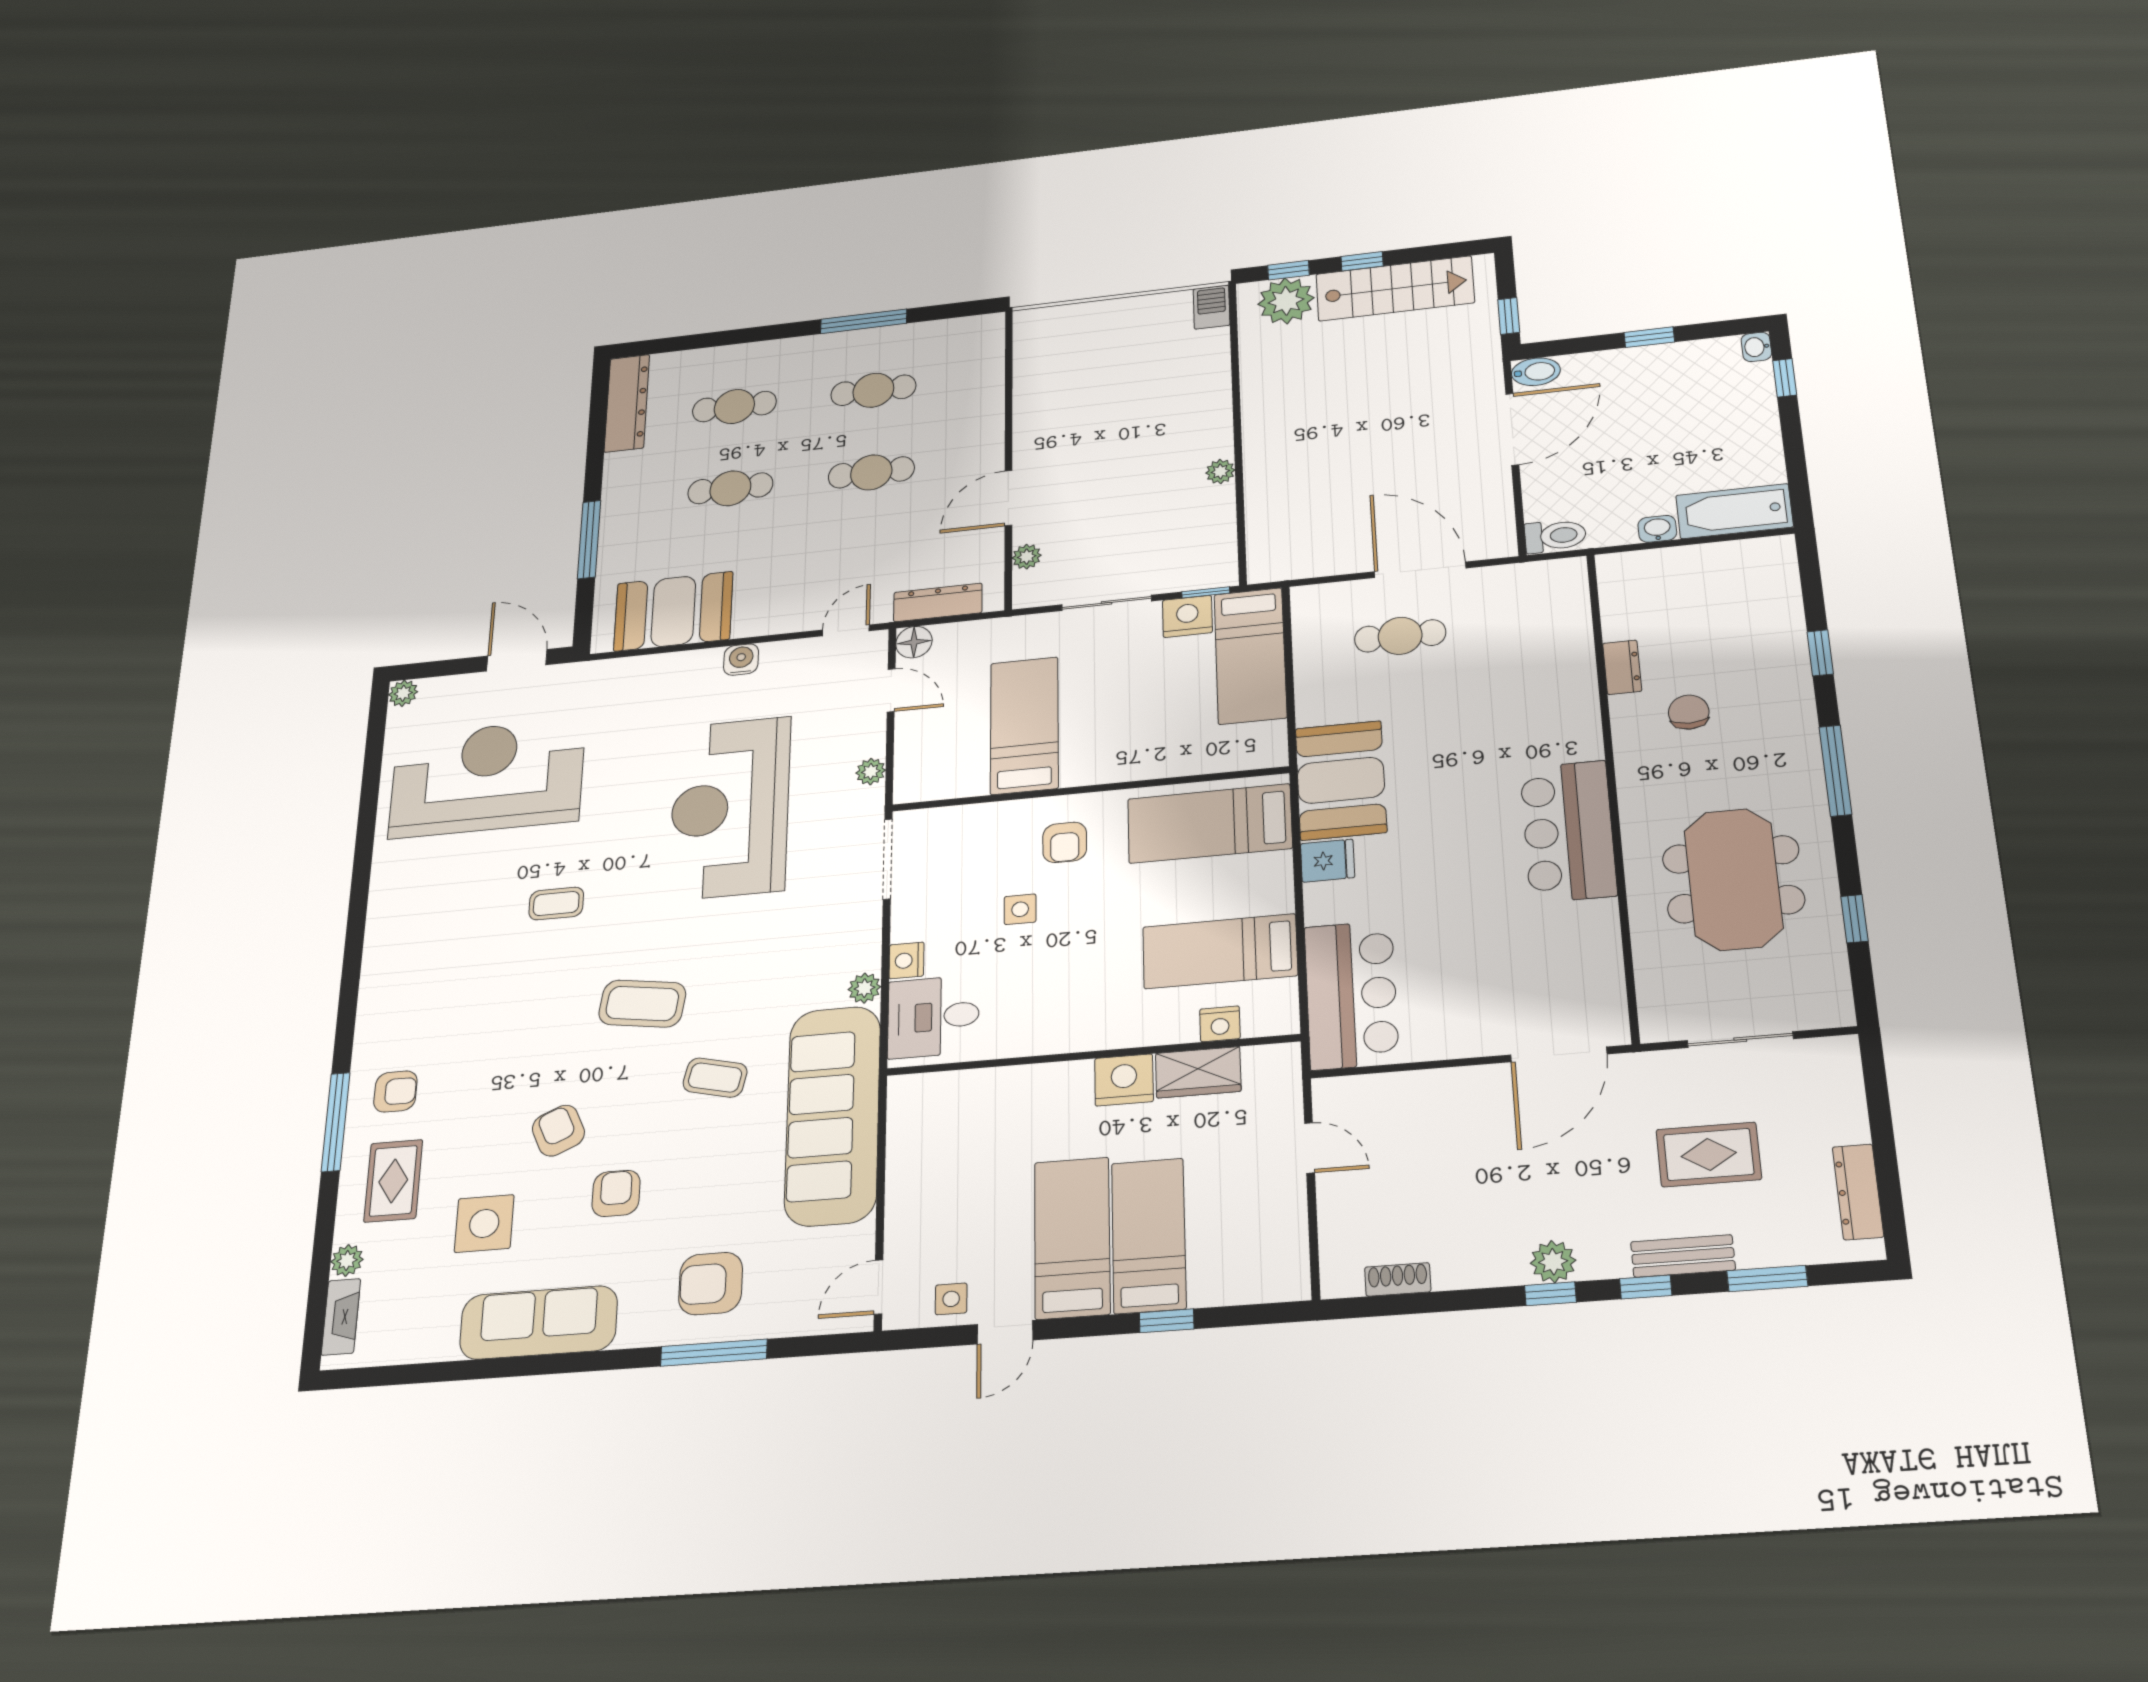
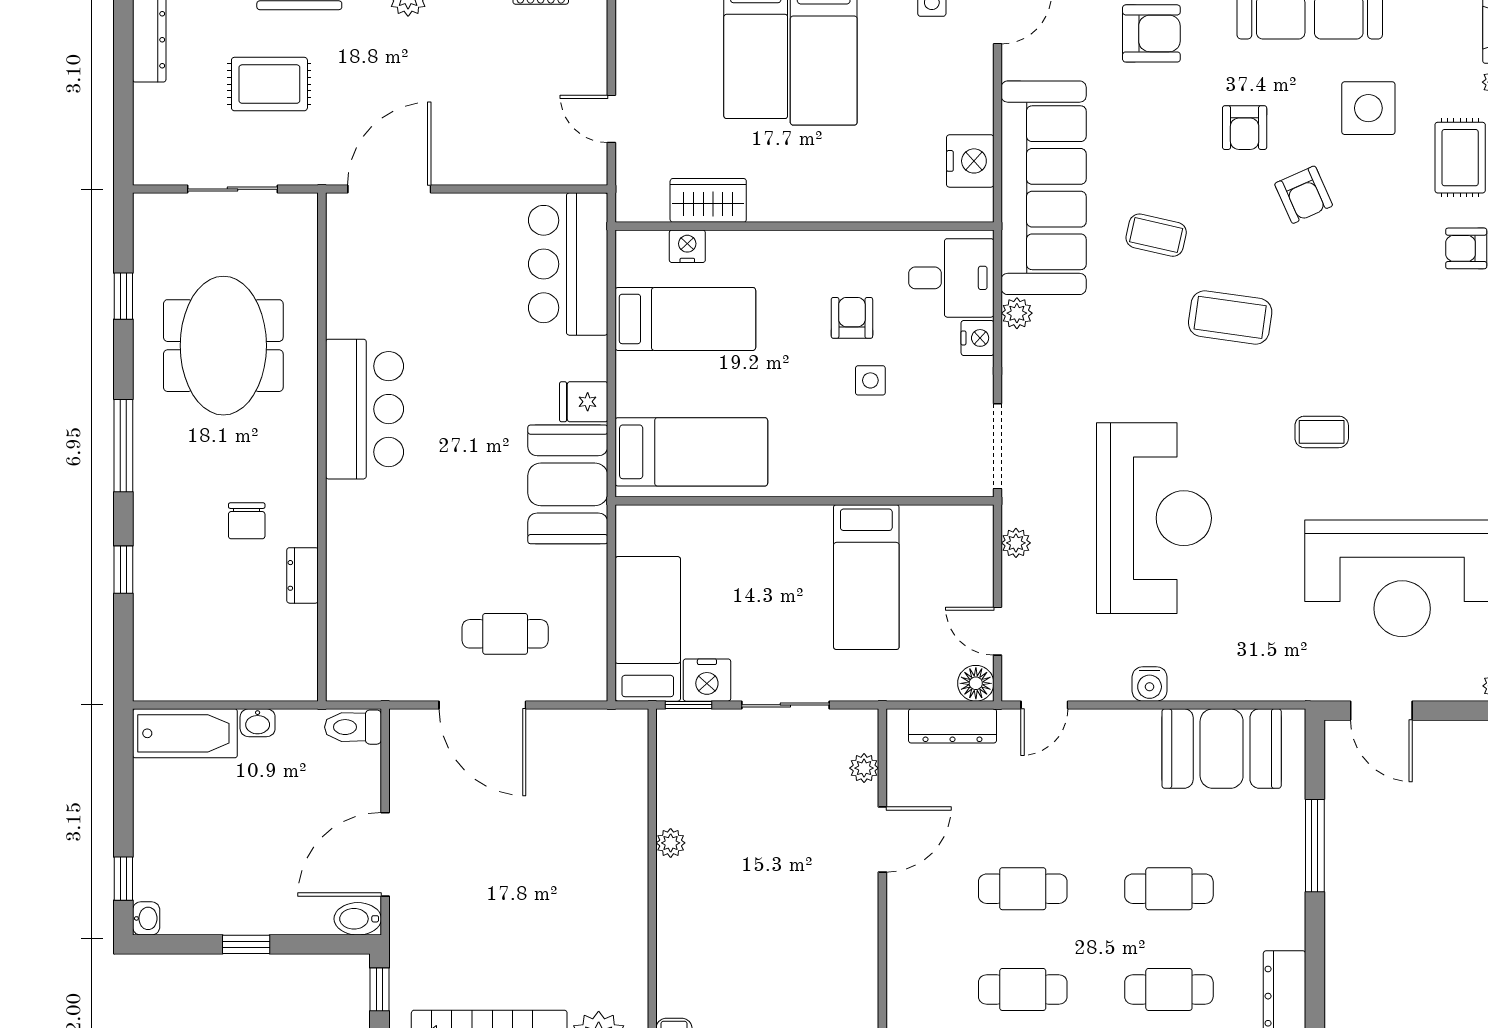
armchair: (1065, 842) -> (852, 318), moved
nightstand: (1124, 1080) -> (970, 161), moved, turned -90

